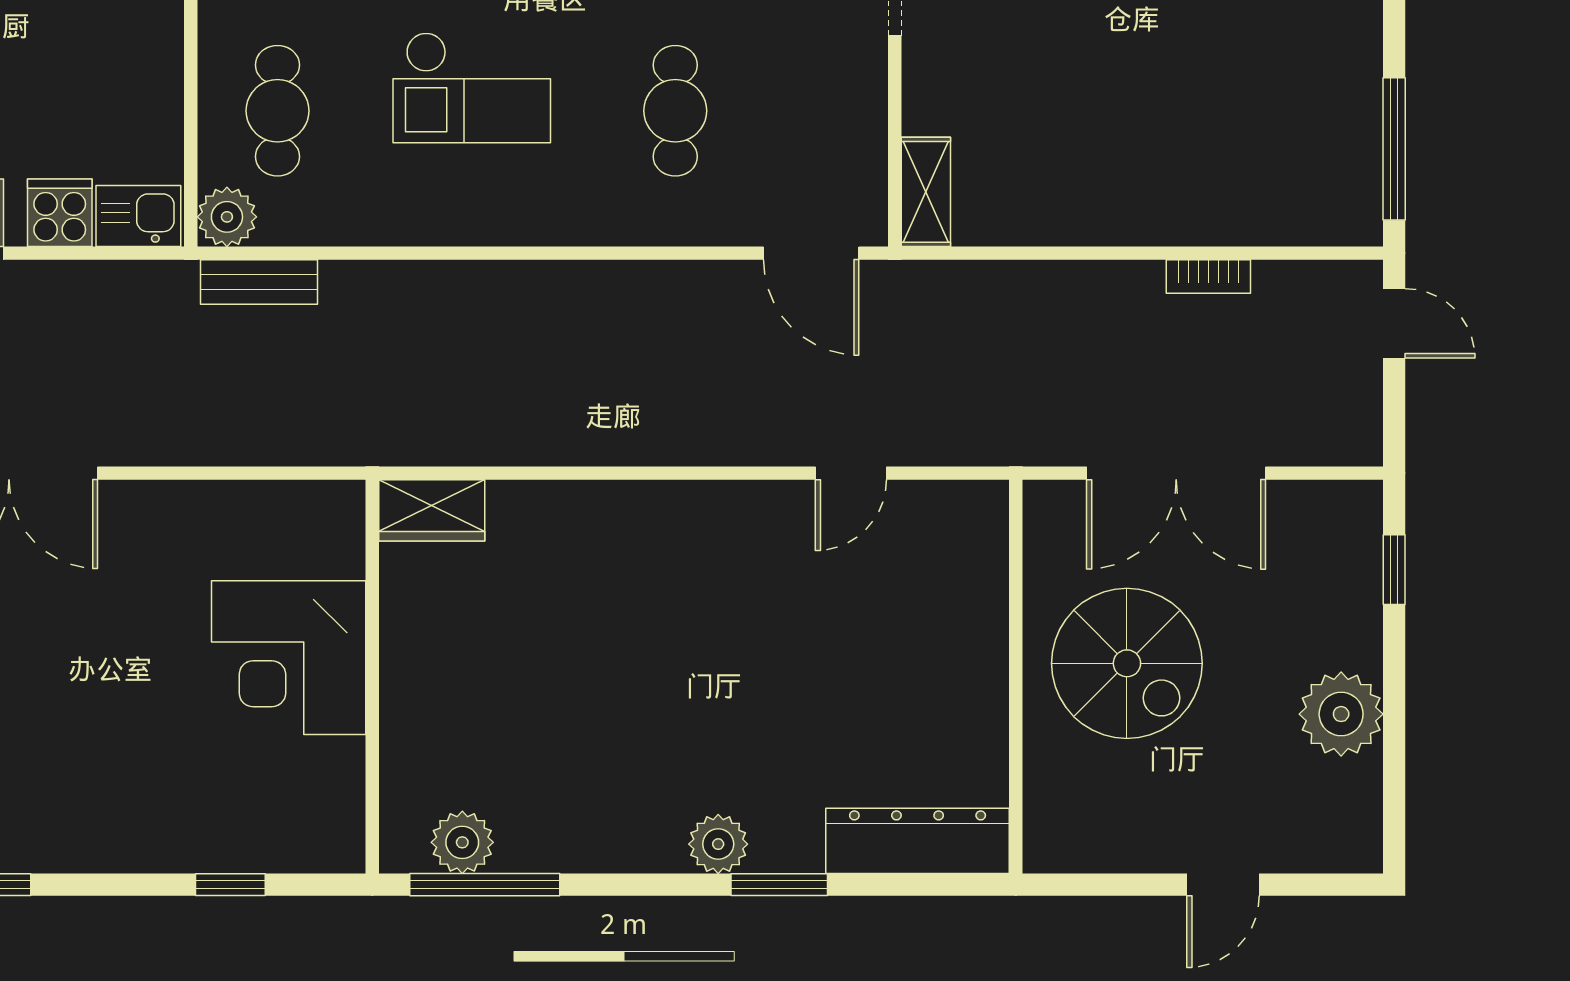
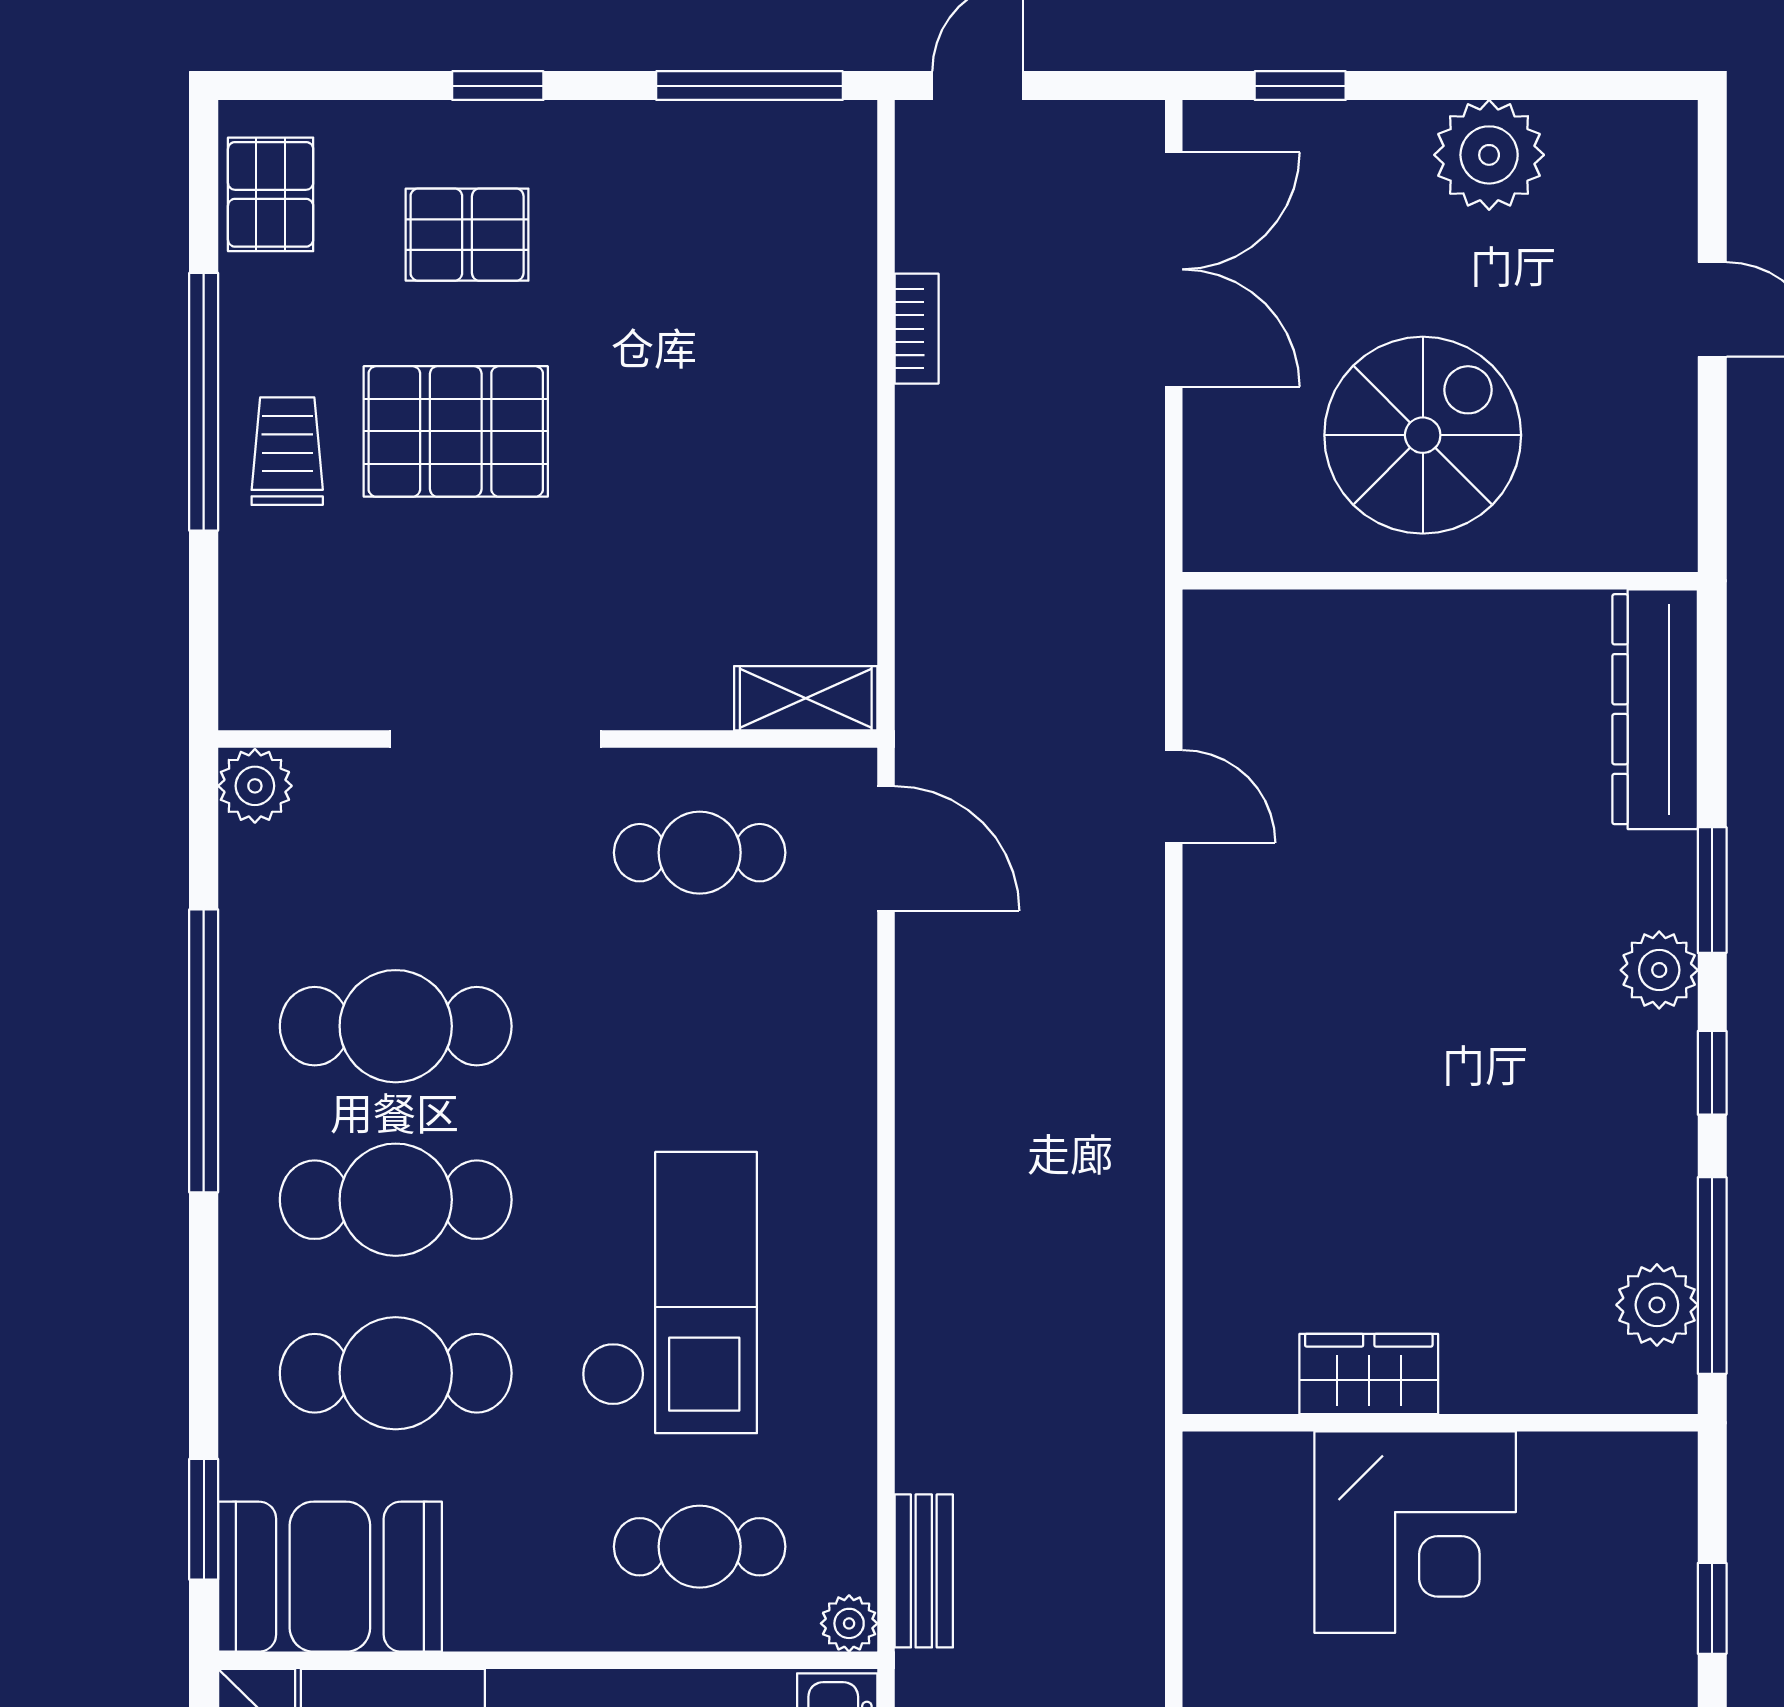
checkout: (472, 88) -> (669, 1293), width x1.36, depth x1.21
cafe table: (675, 111) -> (700, 853), moved
plant: (227, 217) -> (849, 1623), width x0.73, depth x0.73
door: (811, 253) -> (886, 848), hinge flipped
double door: (1176, 473) -> (1174, 269), moved
wardrobe: (432, 510) -> (1369, 1374), moved, turned -90
window: (640, 885) -> (1712, 1073), added

